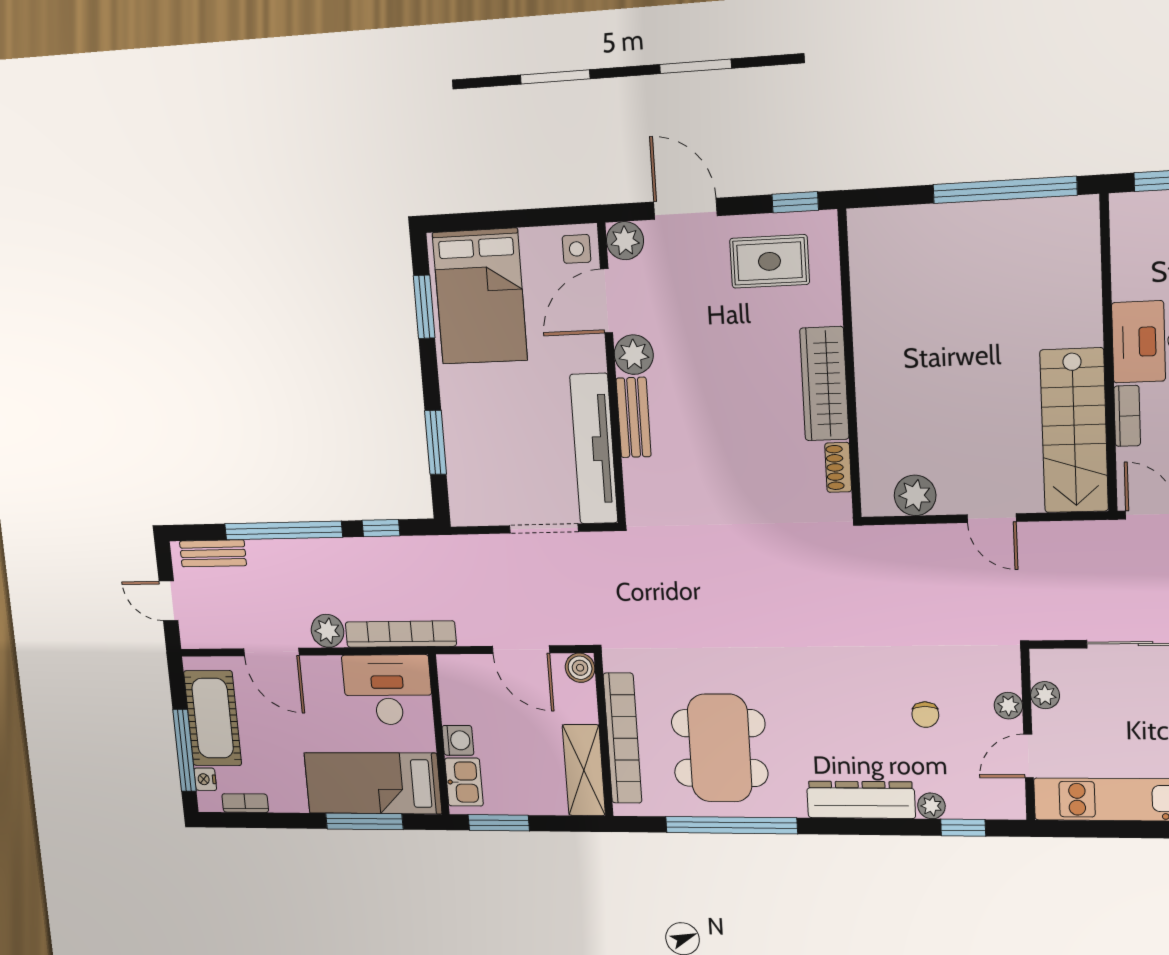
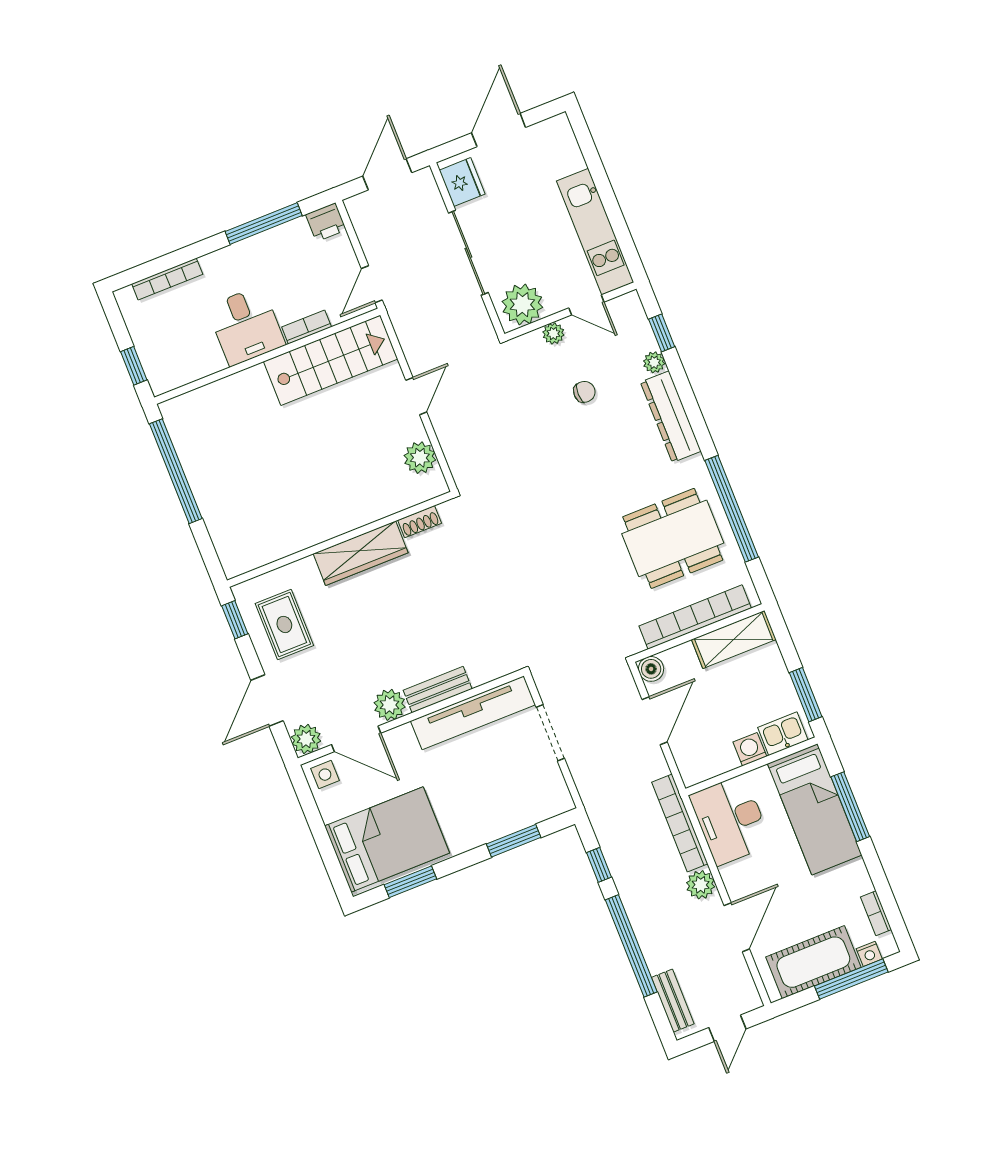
plant: (1045, 695) -> (522, 304), width x1.88, depth x1.88

